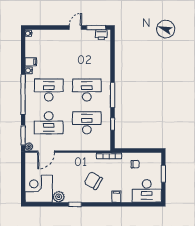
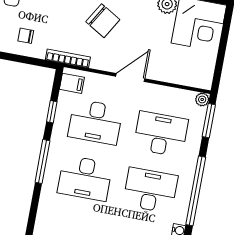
desk: (49, 90) -> (150, 190), turned 180
filing cabinet: (104, 142) -> (72, 83), added
door: (46, 152) -> (130, 77), moved

